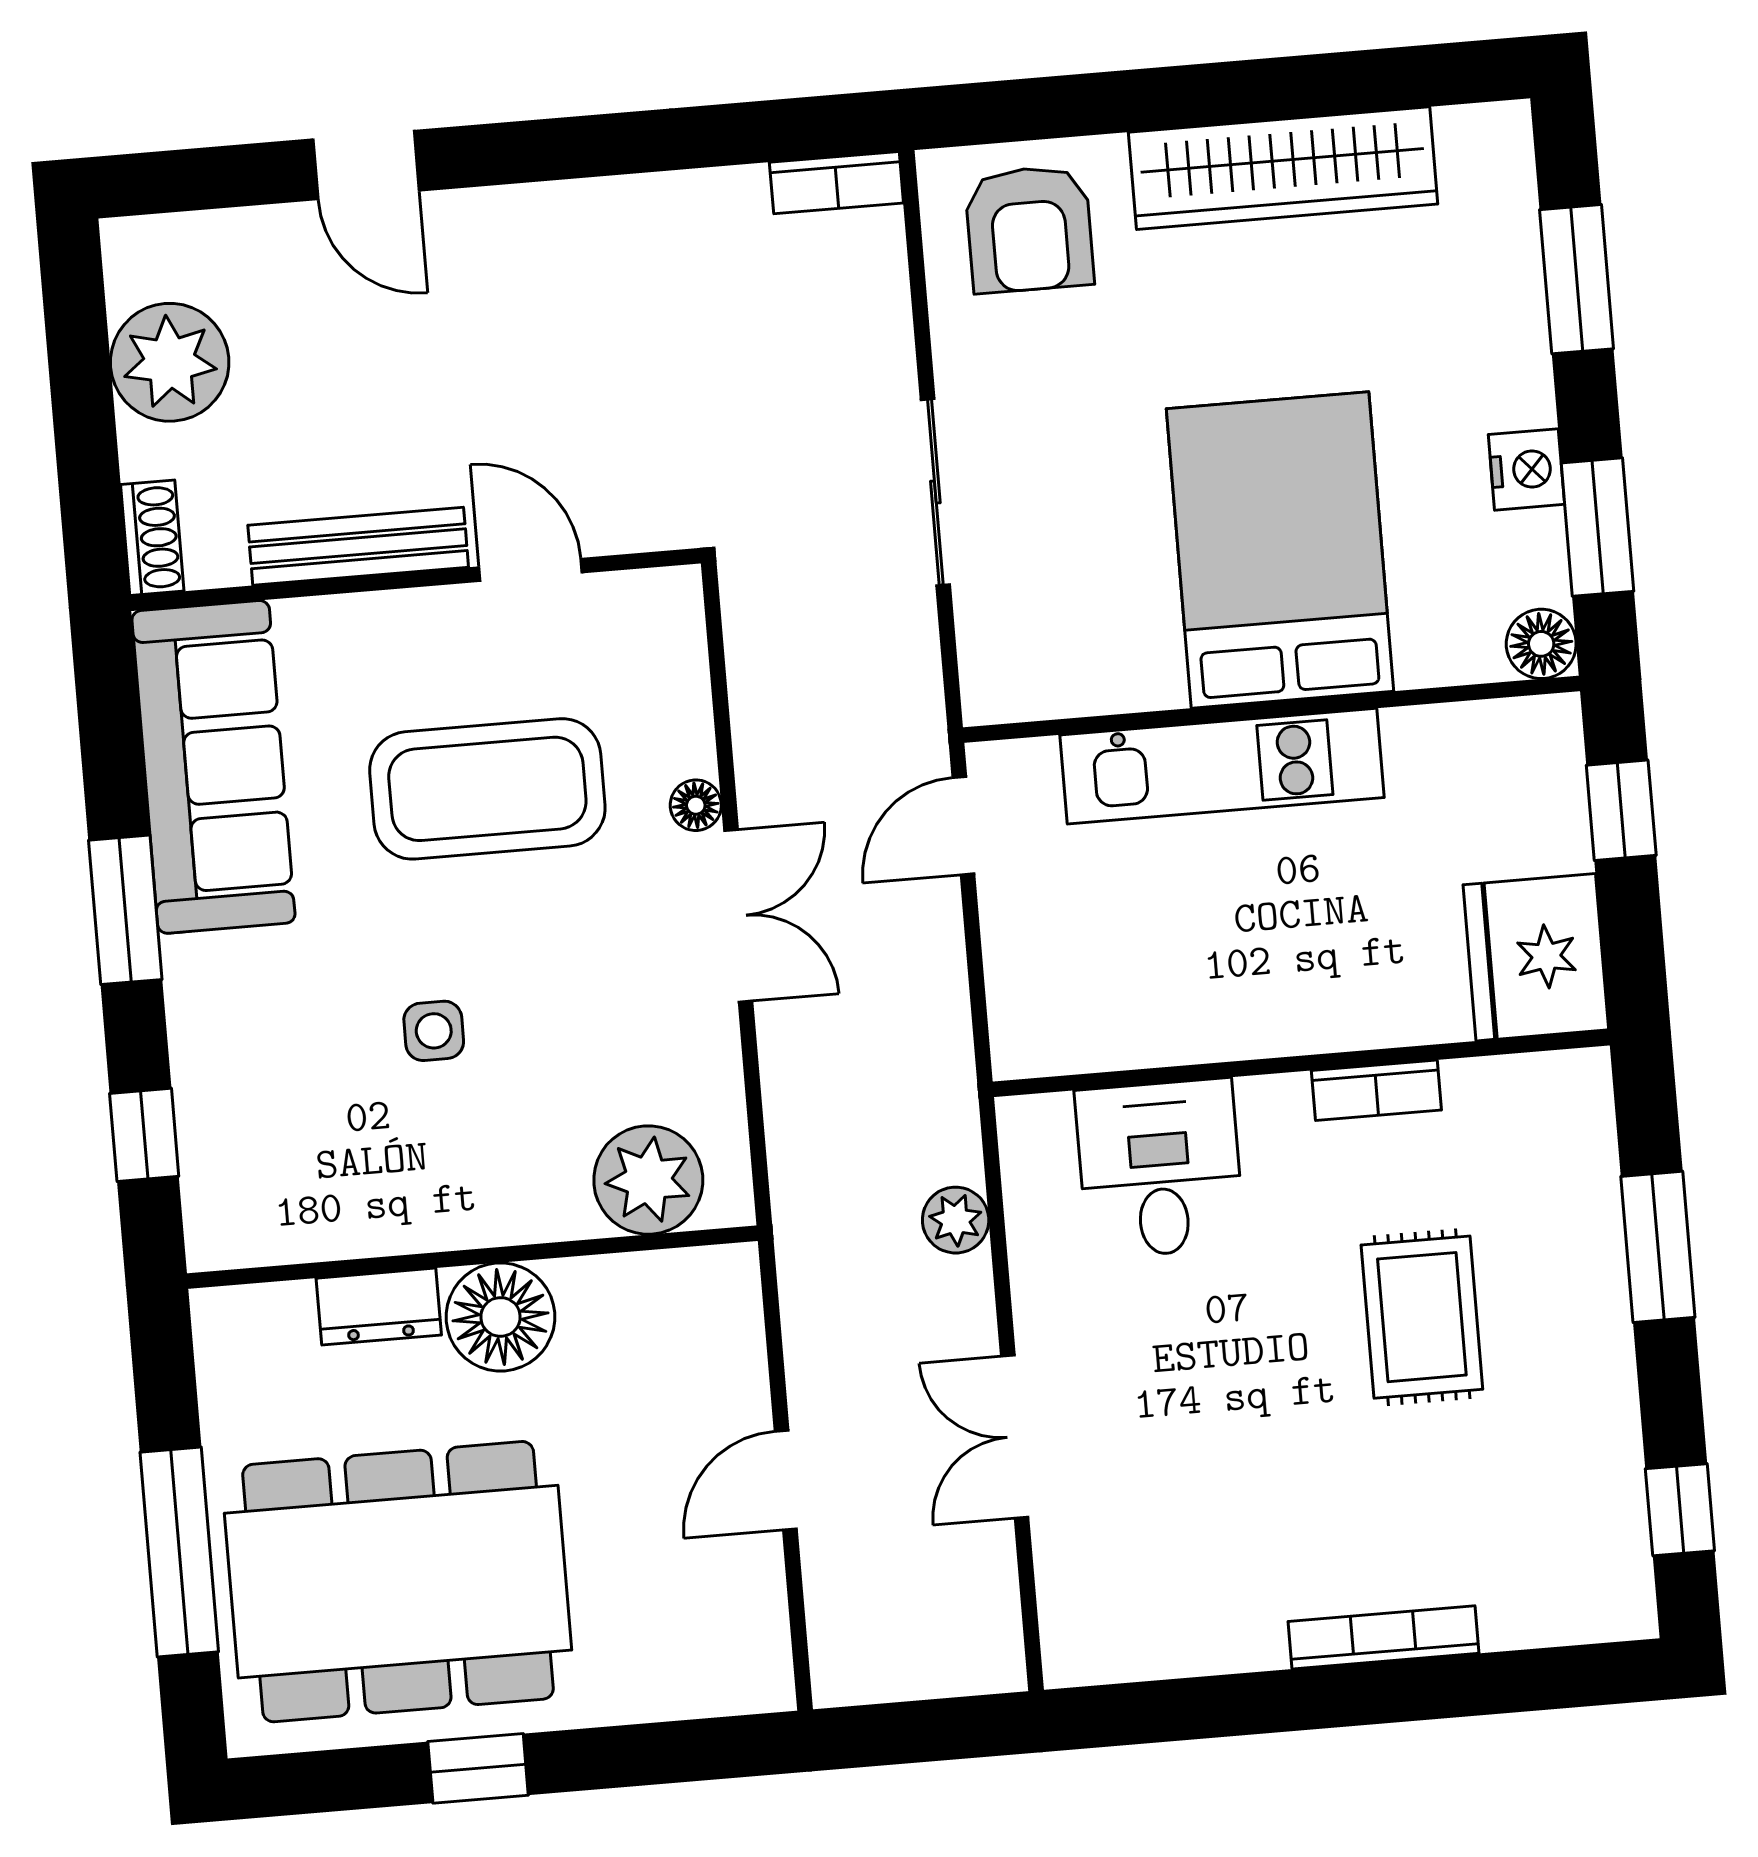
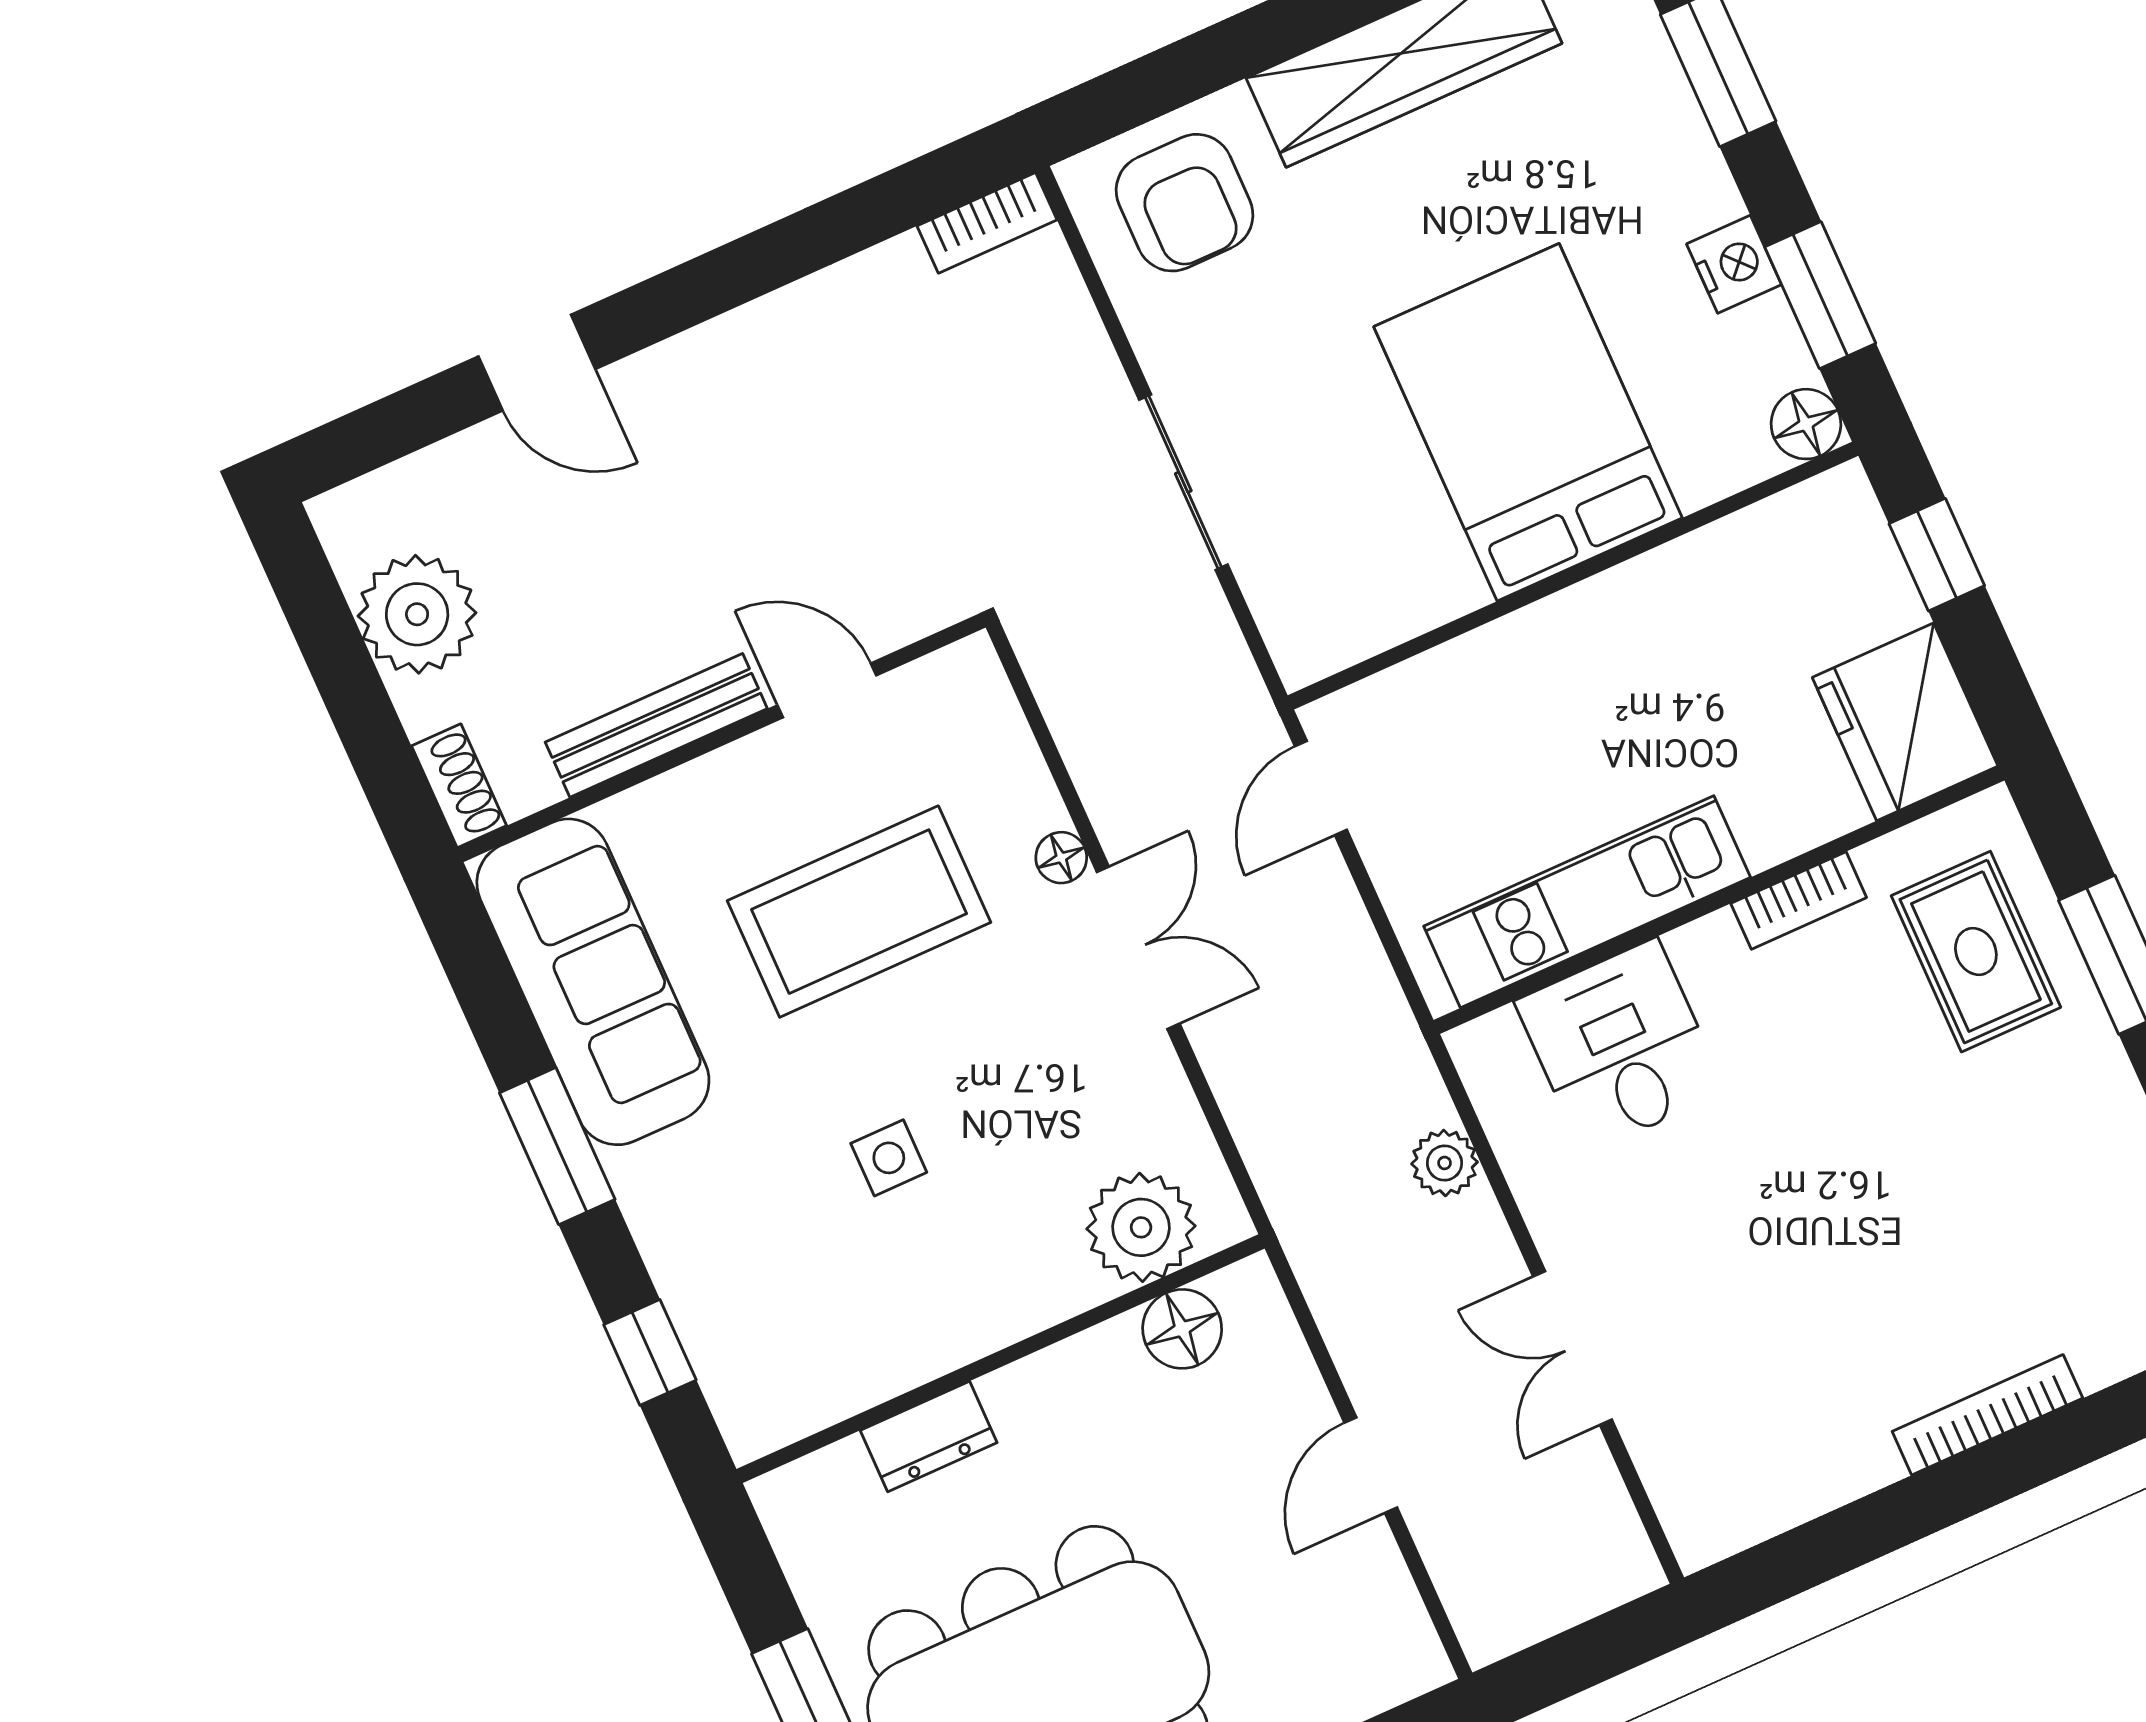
kitchen unit: (1222, 766) -> (1587, 902), moved, turned 180
floor lamp: (500, 1317) -> (1182, 1329), moved, width x0.73, depth x0.73
rug: (1422, 1317) -> (1976, 952), moved

